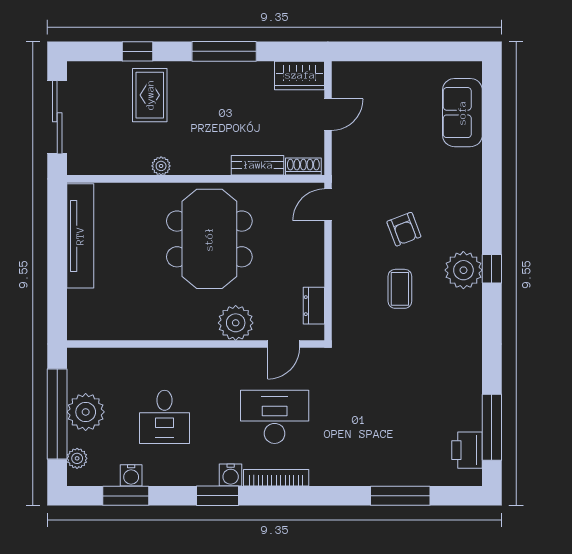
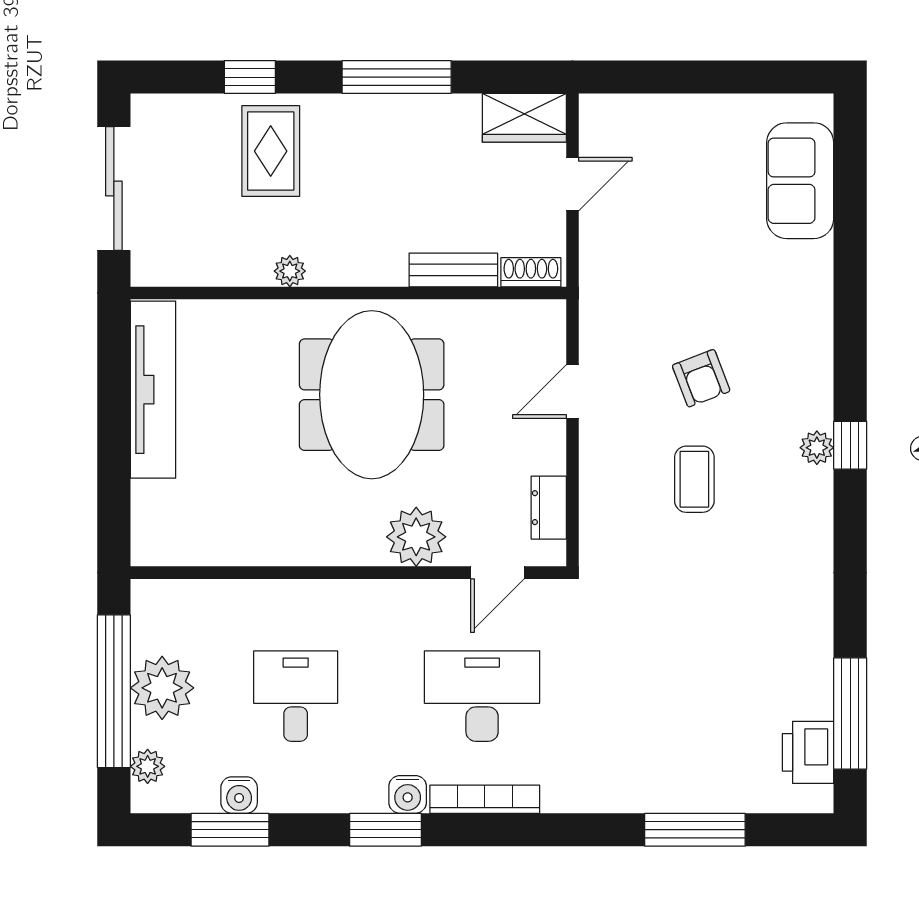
door: (328, 205) -> (573, 392), moved
plant: (463, 270) -> (817, 448), width x0.53, depth x0.53
desk: (164, 417) -> (296, 696), turned 180

